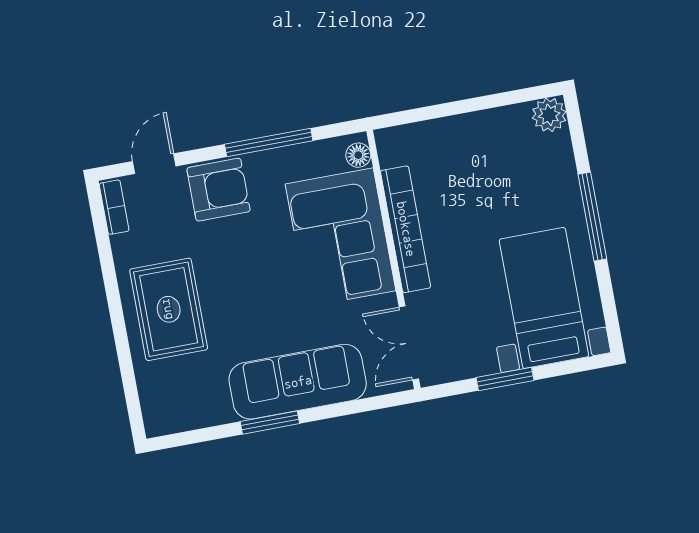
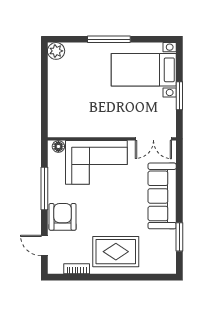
bookcase: (114, 207) -> (77, 269), moved
bookcase: (406, 229) -> (98, 130), removed
window: (270, 423) -> (179, 237), moved

